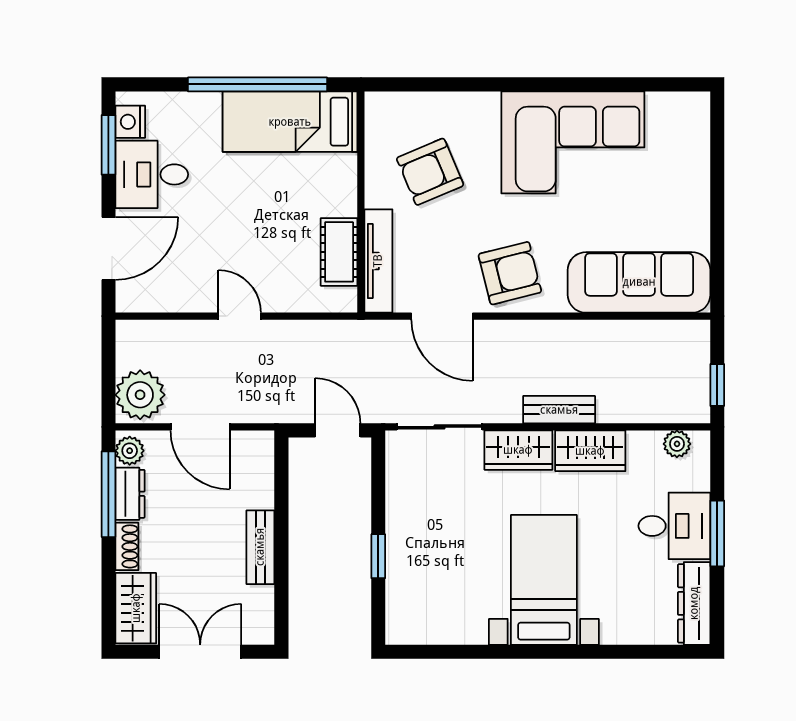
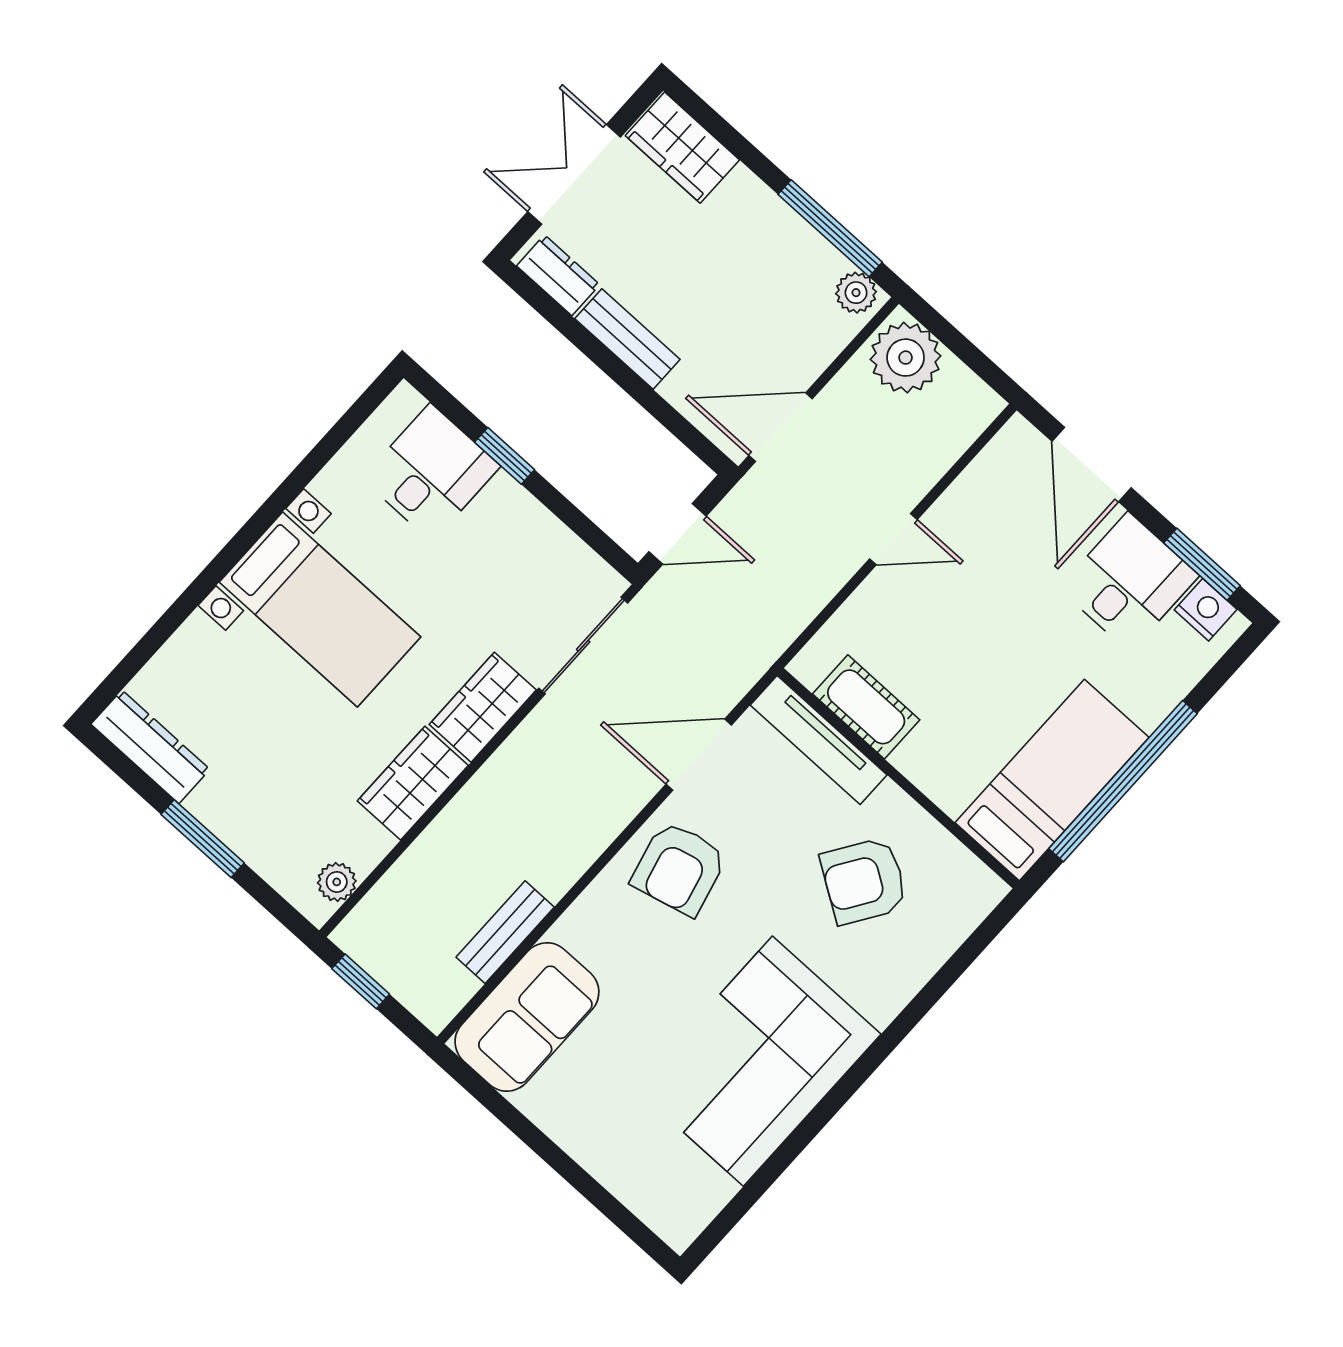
armchair: (430, 172) -> (864, 881), turned -124
sofa: (639, 282) -> (527, 1017), width x0.73
bench: (559, 410) -> (505, 932), moved
door: (200, 427) -> (781, 427), moved
dresser: (130, 494) -> (558, 275), moved, turned 180
desk: (674, 526) -> (431, 472), moved, turned 180
shoe rack: (127, 546) -> (757, 198), removed
double door: (200, 652) -> (574, 174), swing flipped

